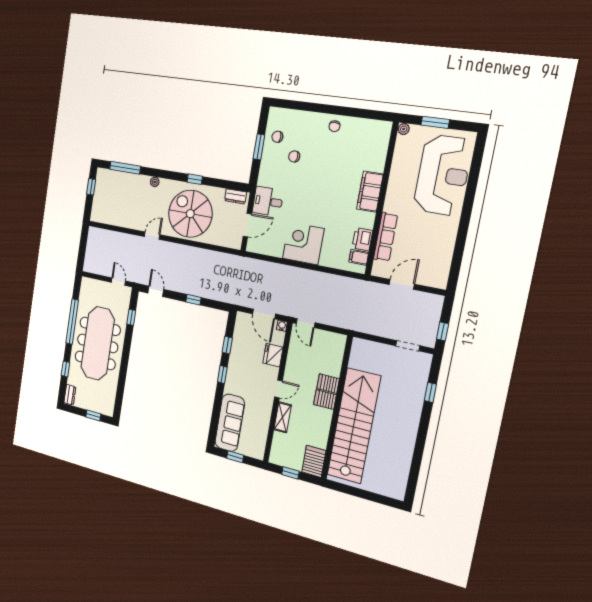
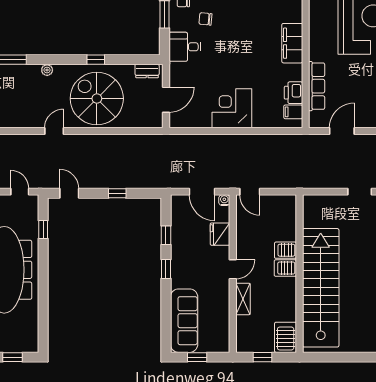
desk: (268, 201) -> (185, 47), moved

